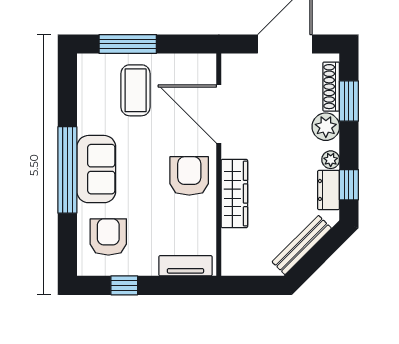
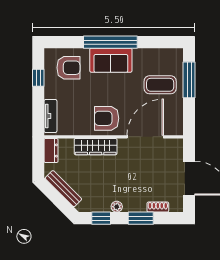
shoe rack: (331, 87) -> (158, 207), width x0.70
window: (349, 101) -> (141, 218), moved
plant: (326, 127) -> (137, 204), removed
armchair: (189, 176) -> (107, 118), turned 180
dresser: (329, 190) -> (51, 150), moved, turned 90

